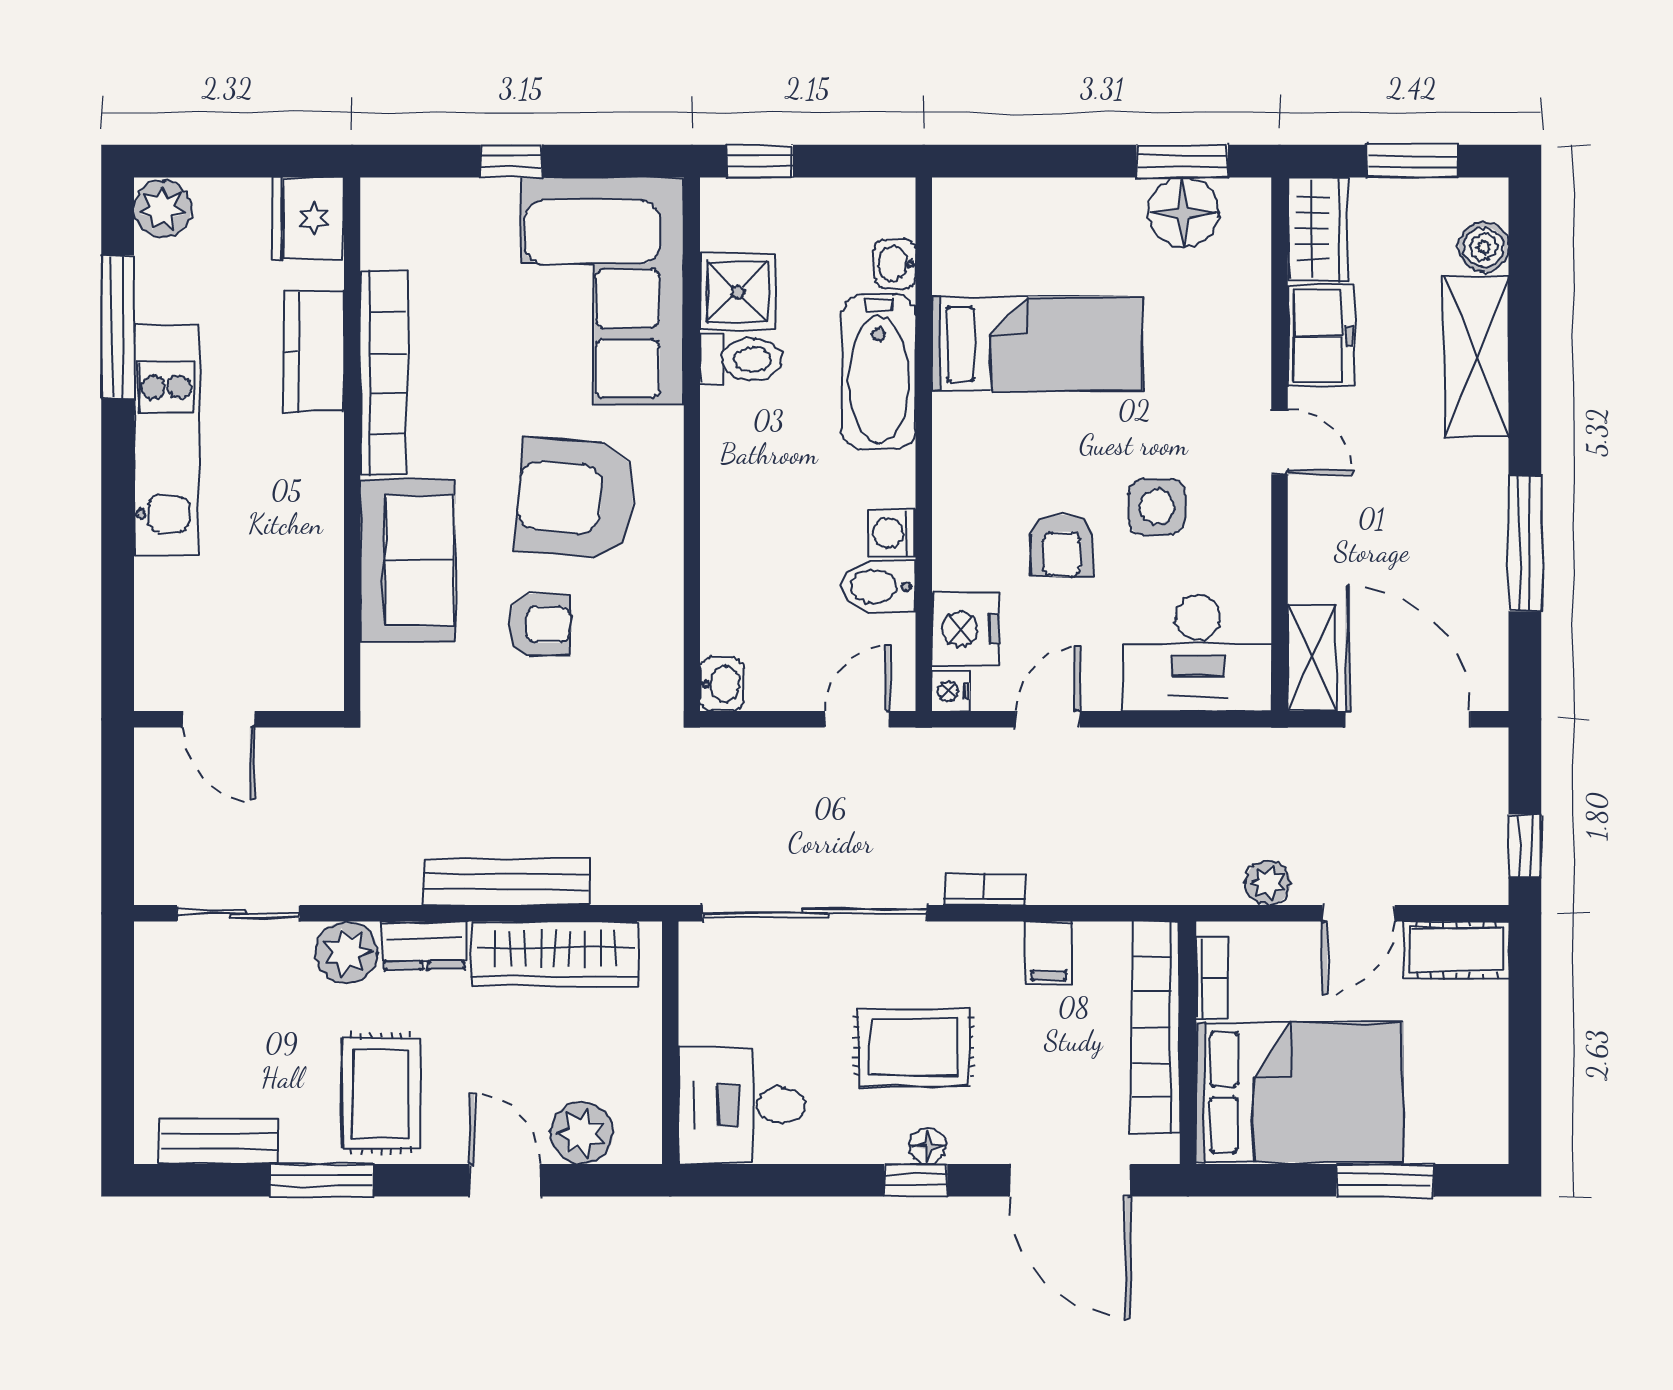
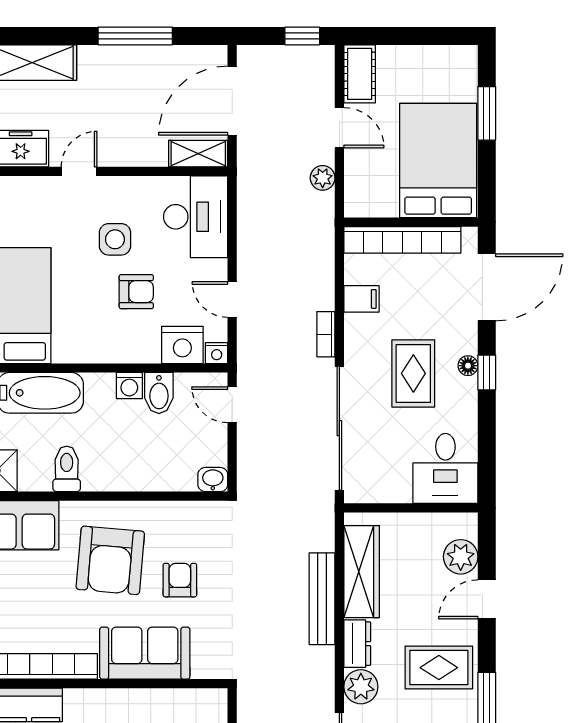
toilet: (741, 359) -> (67, 469), moved
bookcase: (1212, 978) -> (375, 209), removed

